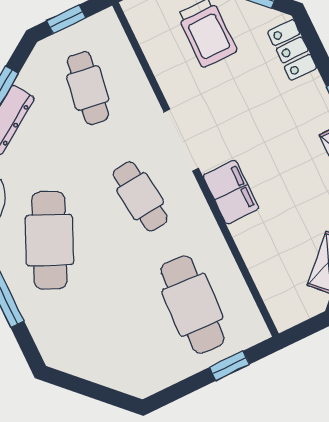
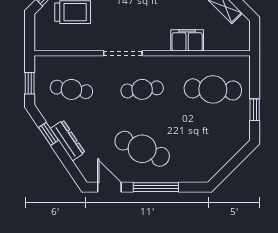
filing cabinet: (231, 192) -> (187, 40), moved
window: (230, 366) -> (255, 110), moved

